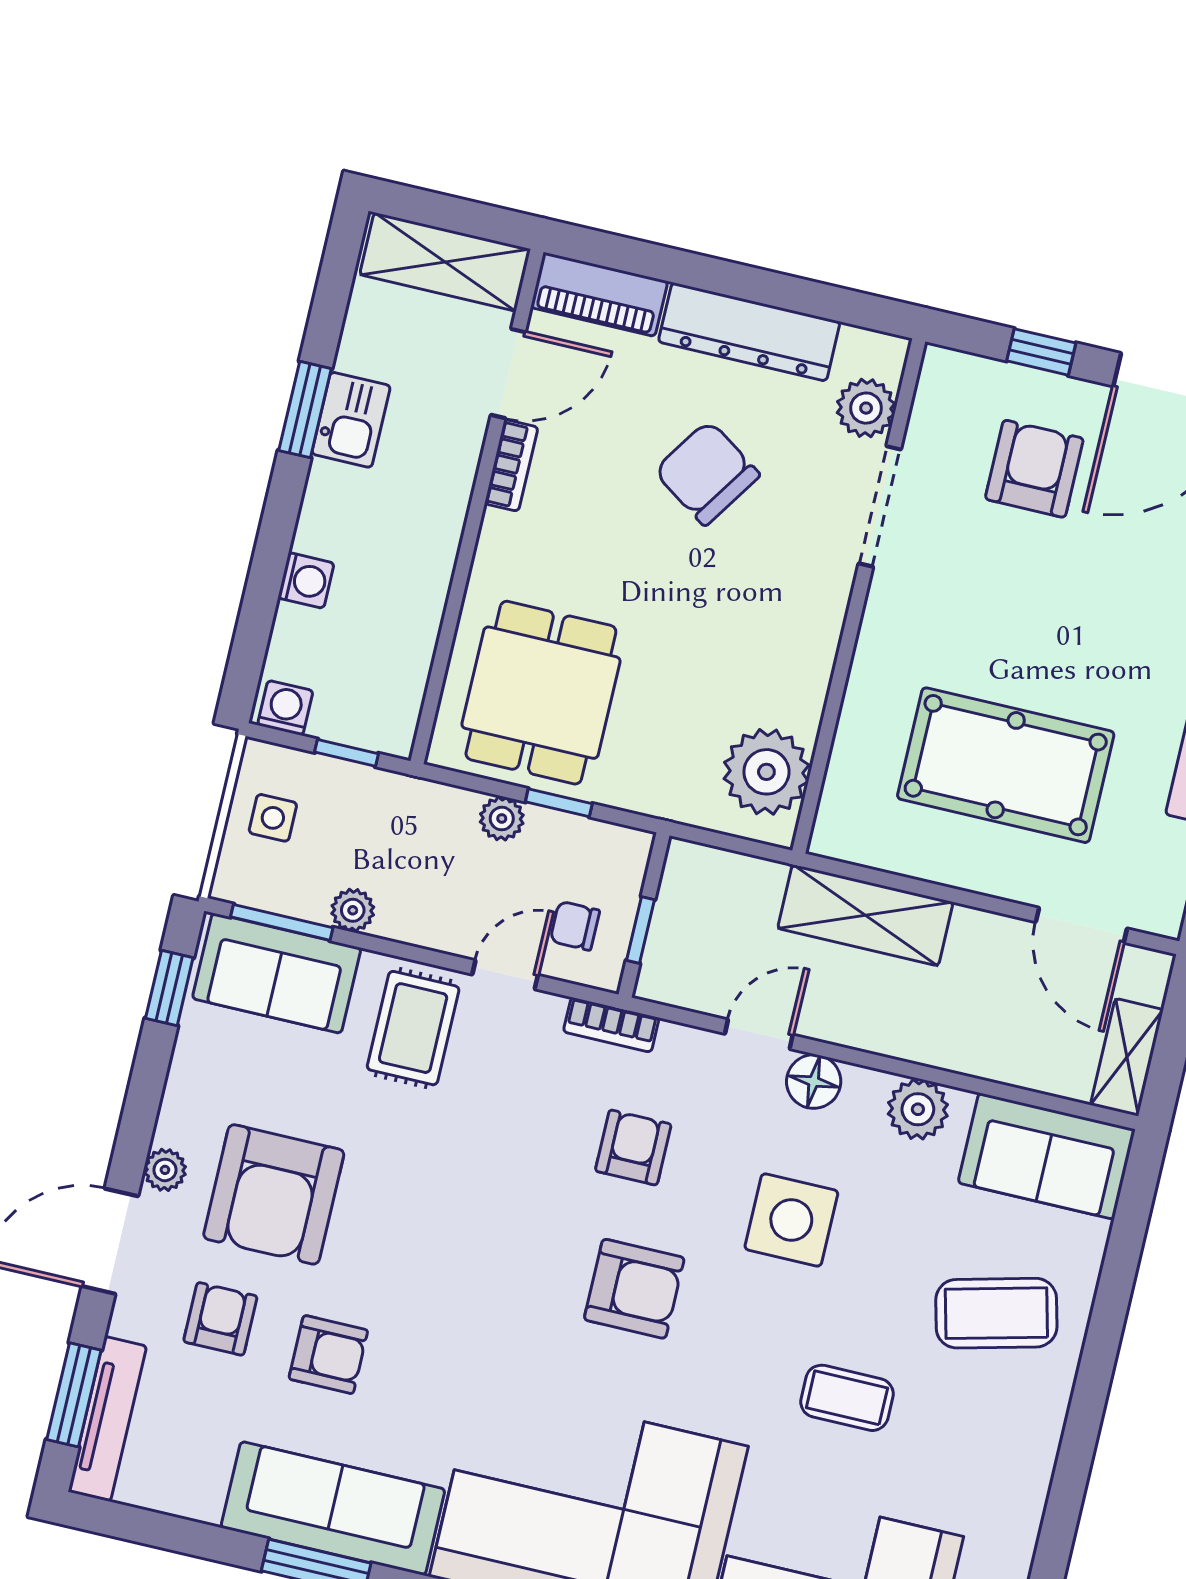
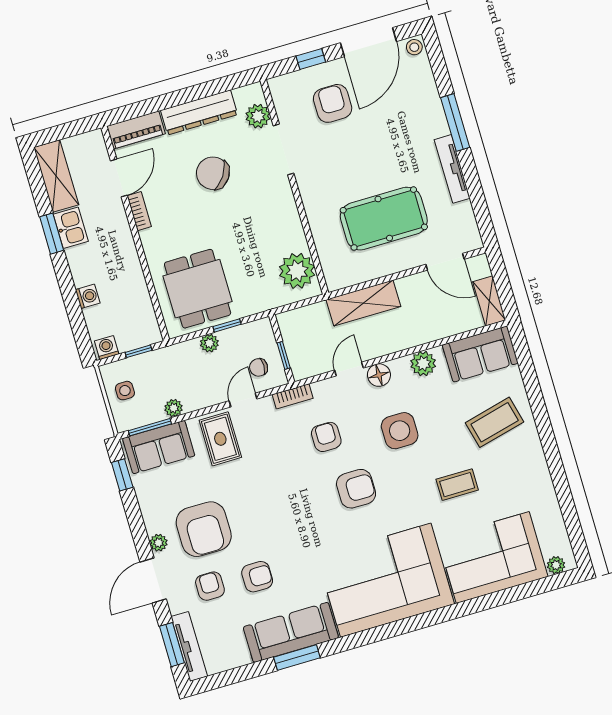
shelving: (445, 262) -> (56, 176), moved, turned 90

